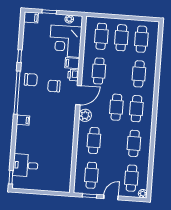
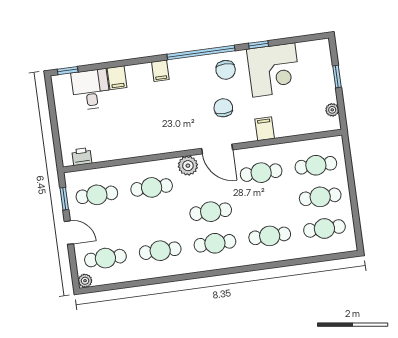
filing cabinet: (31, 17) -> (117, 78), moved
corner desk: (65, 41) -> (274, 70), moved, turned 180
printer: (73, 75) -> (82, 156), moved

